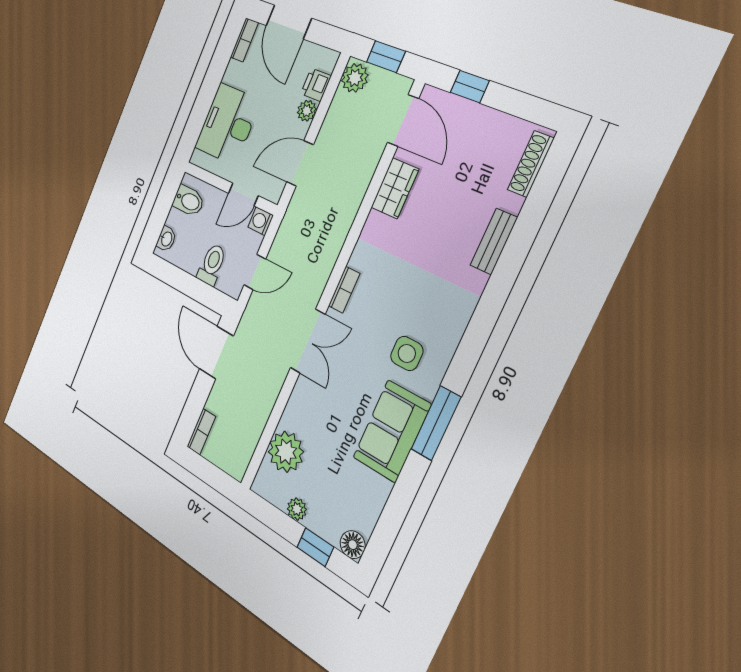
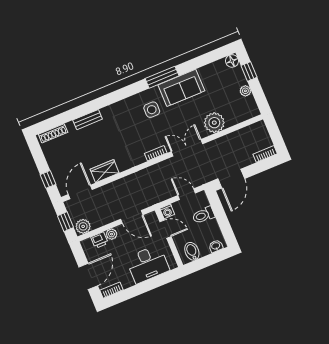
plant: (286, 452) -> (214, 123), moved

